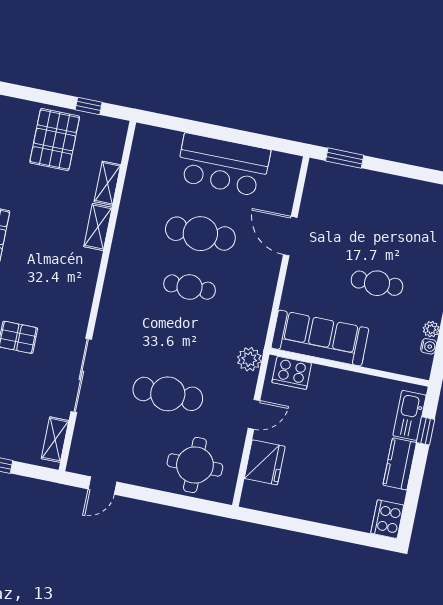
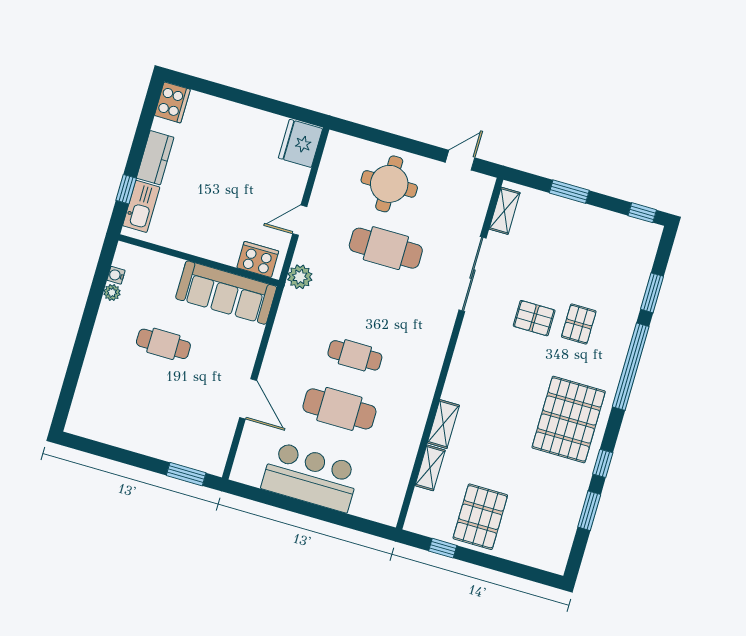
fridge: (265, 462) -> (300, 143), moved
round table: (195, 465) -> (389, 184), moved

